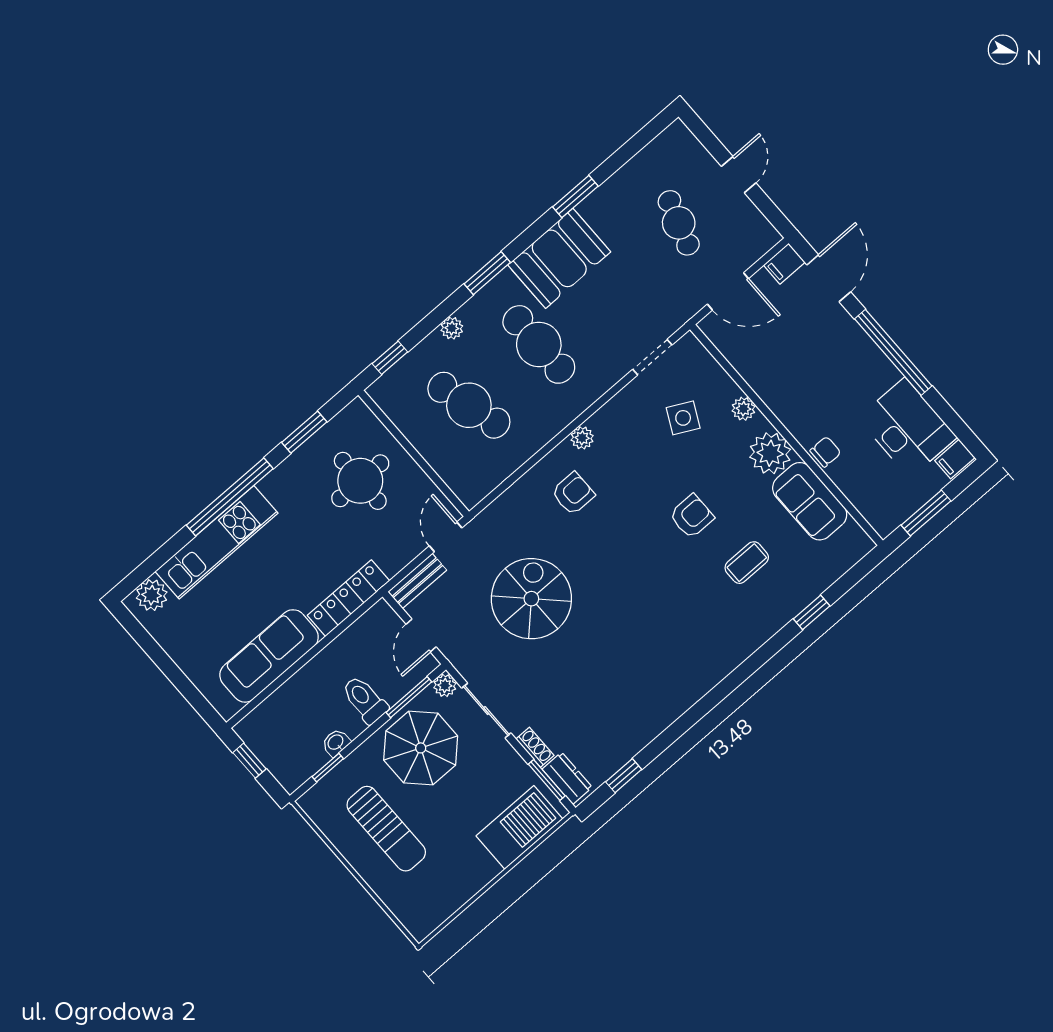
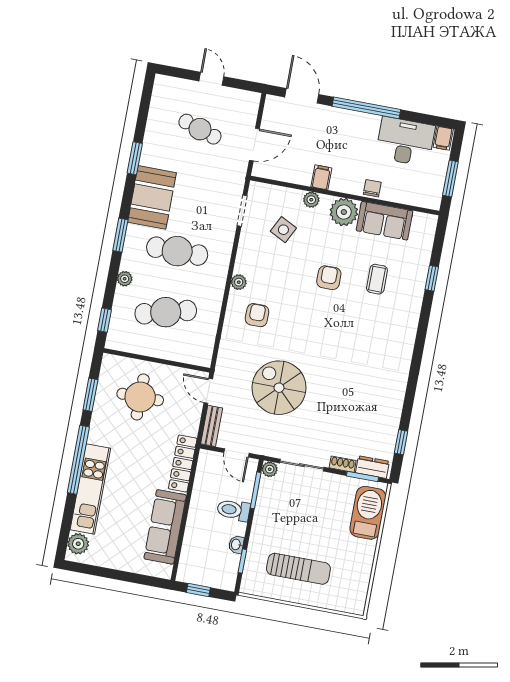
filing cabinet: (784, 264) -> (321, 177), moved, turned 180
parasol: (421, 748) -> (283, 512), removed

